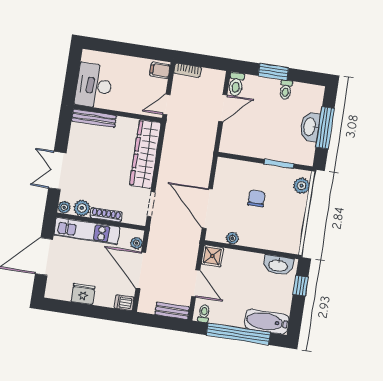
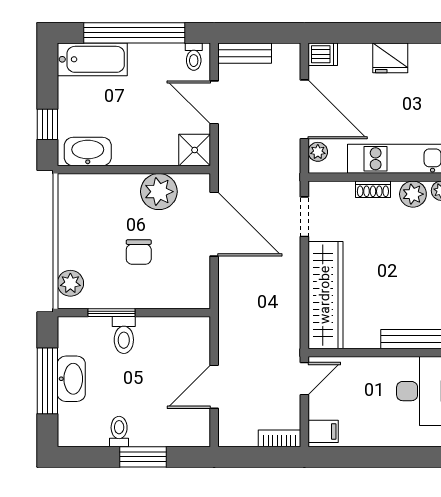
toilet: (236, 84) -> (124, 335), moved, turned 180
shoe rack: (106, 215) -> (373, 189), width x0.70
plant: (232, 238) -> (159, 192), width x1.88, depth x1.88

